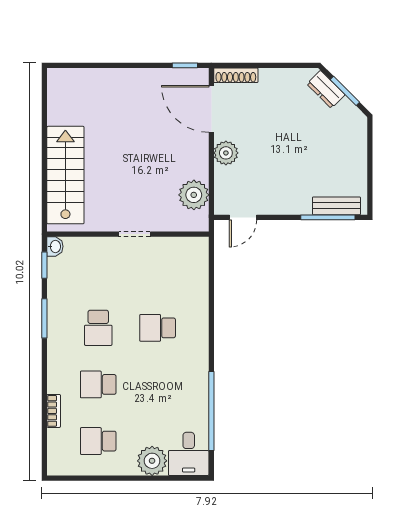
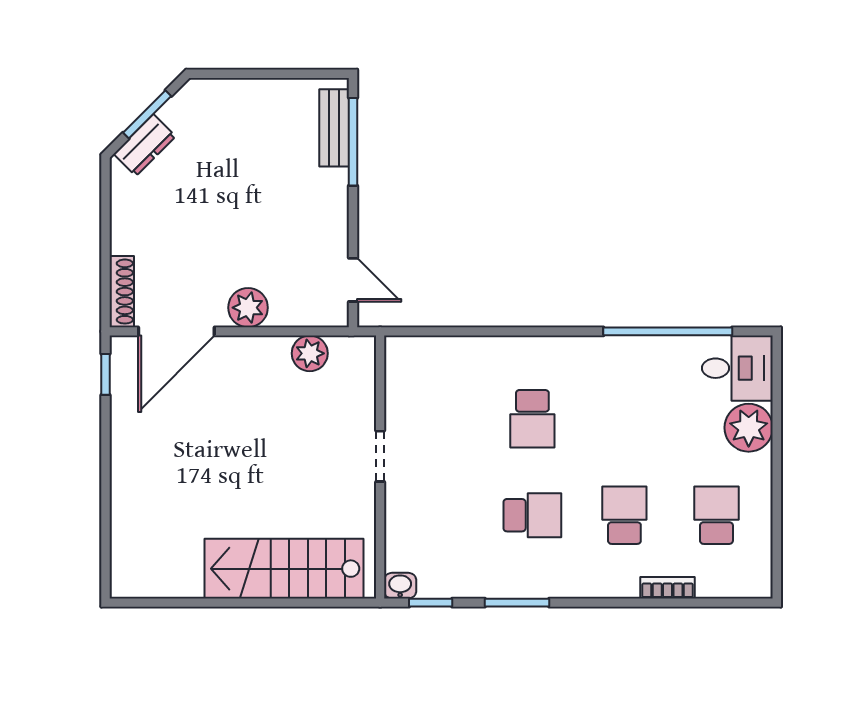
plant: (194, 195) -> (310, 353), width x0.73, depth x0.73
school desk: (98, 384) -> (624, 515), turned 180
school desk: (98, 441) -> (716, 515), turned 180

